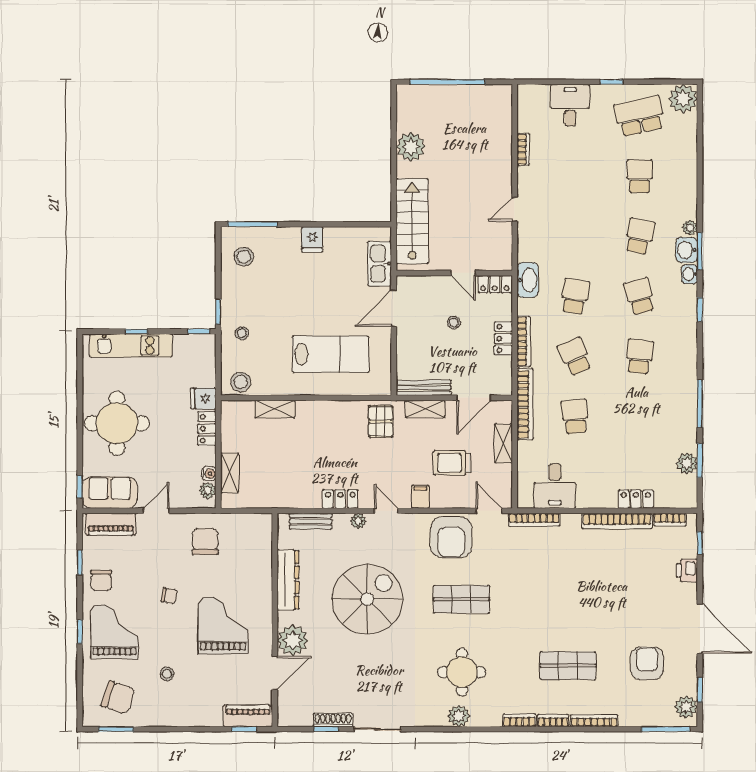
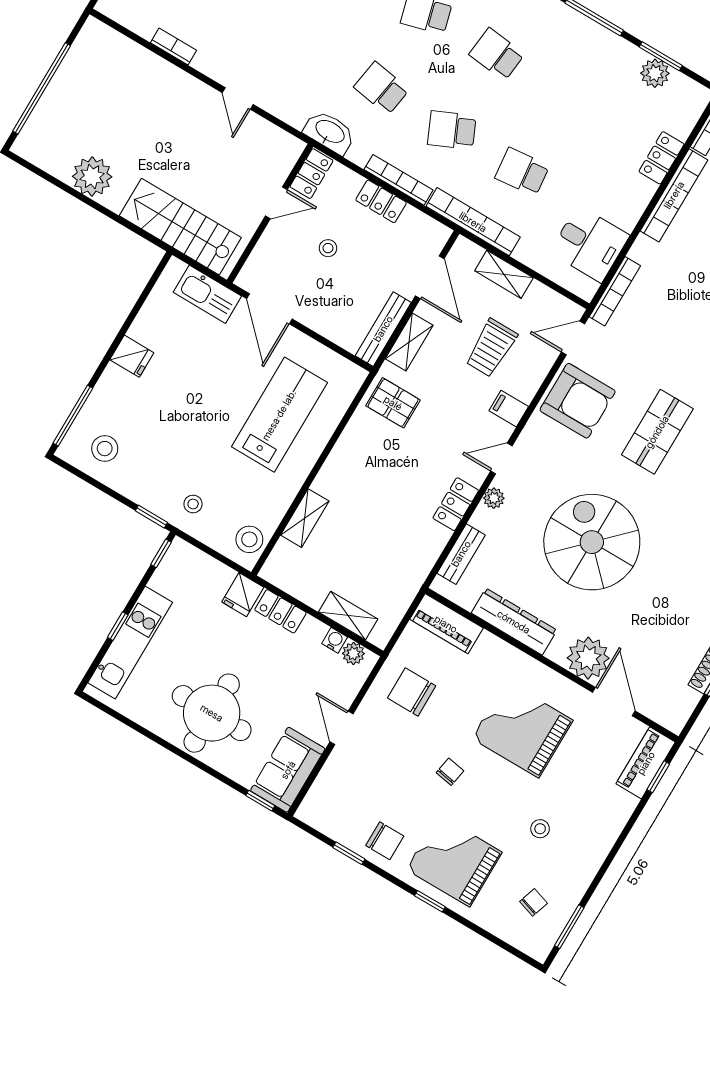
piano: (111, 524) -> (446, 624), moved, turned 90
chair: (118, 697) -> (533, 902), width x0.54, depth x0.54

